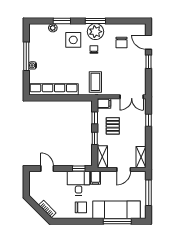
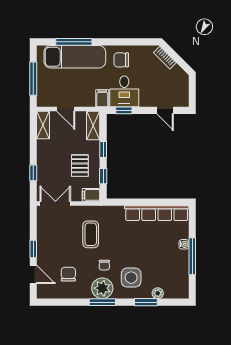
coffee table: (95, 82) -> (91, 234), moved
door: (124, 170) -> (66, 109), swing flipped

